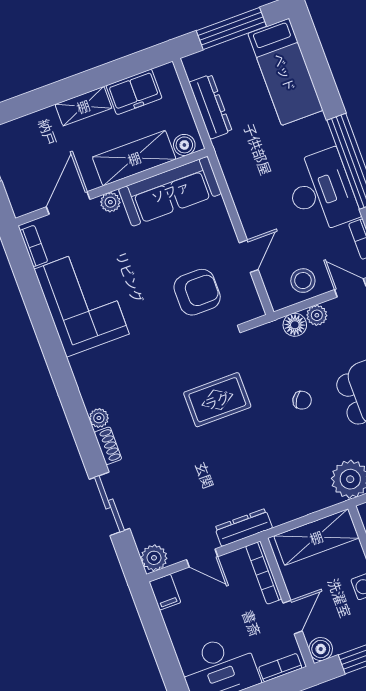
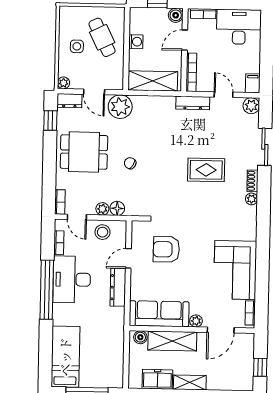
dresser: (211, 107) -> (118, 287), moved
rug: (217, 400) -> (206, 170), moved

